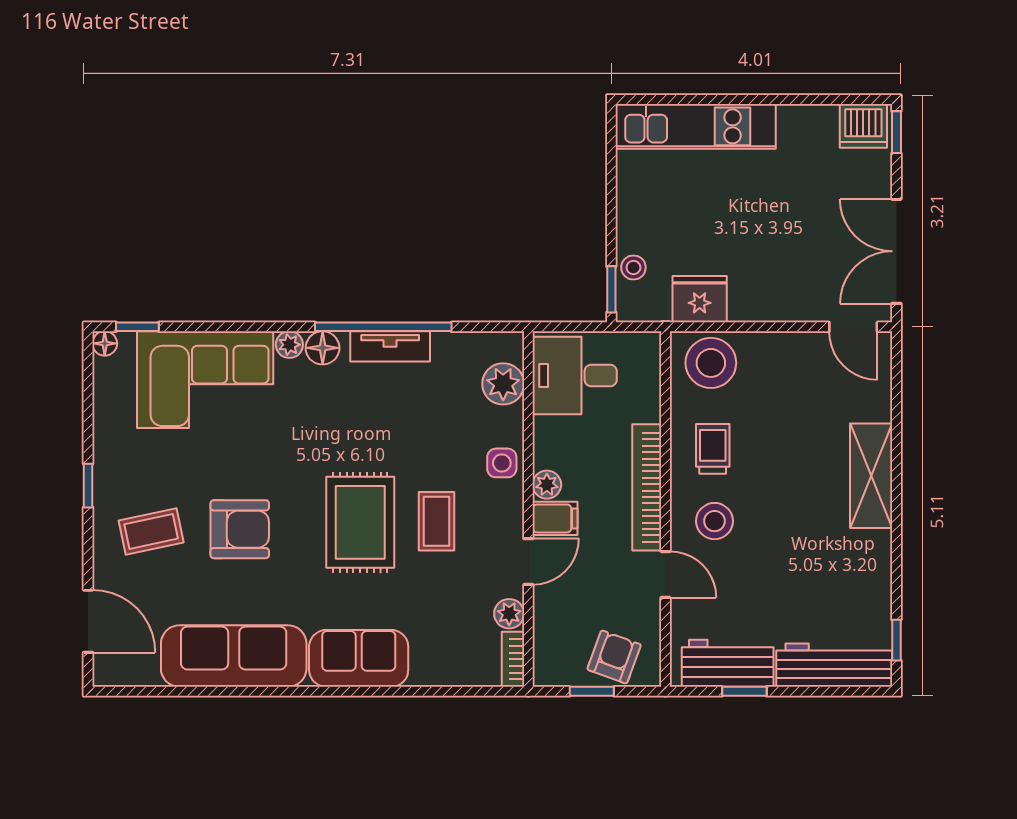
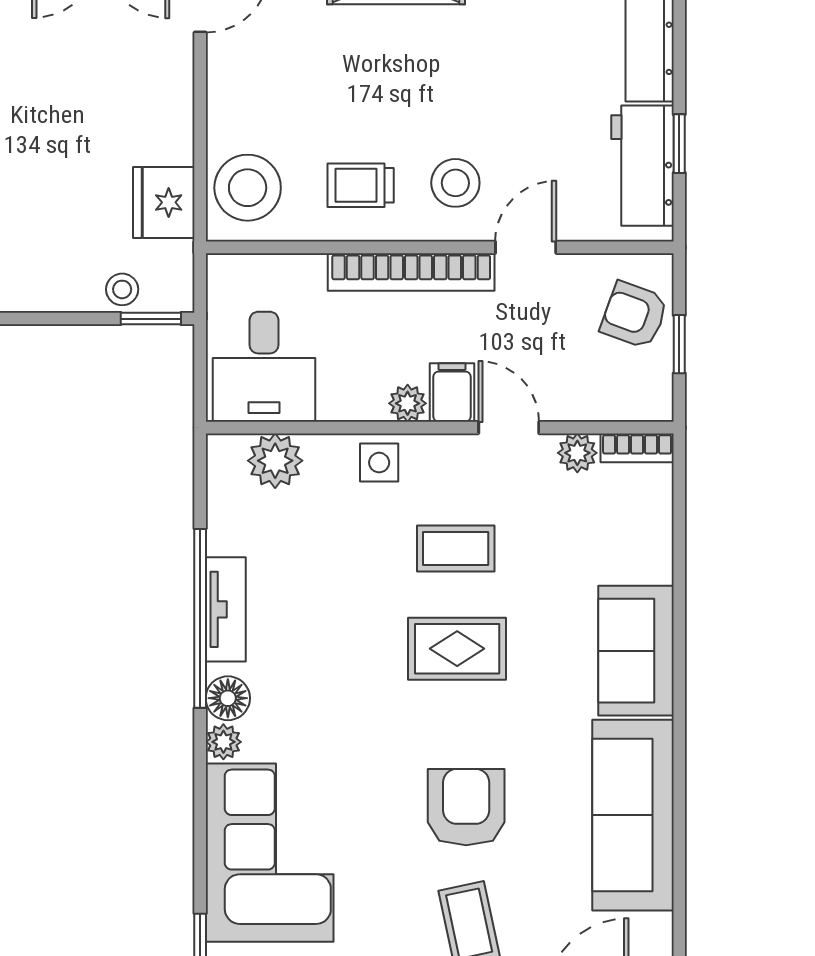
rug: (360, 522) -> (457, 649), width x0.73, depth x0.70

